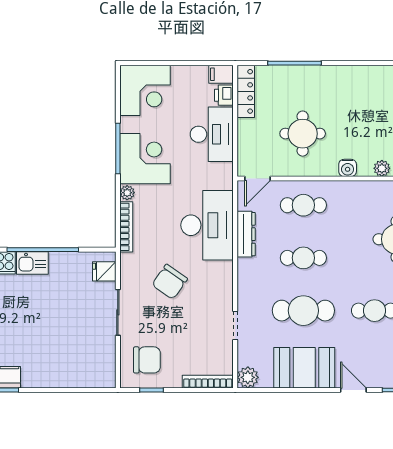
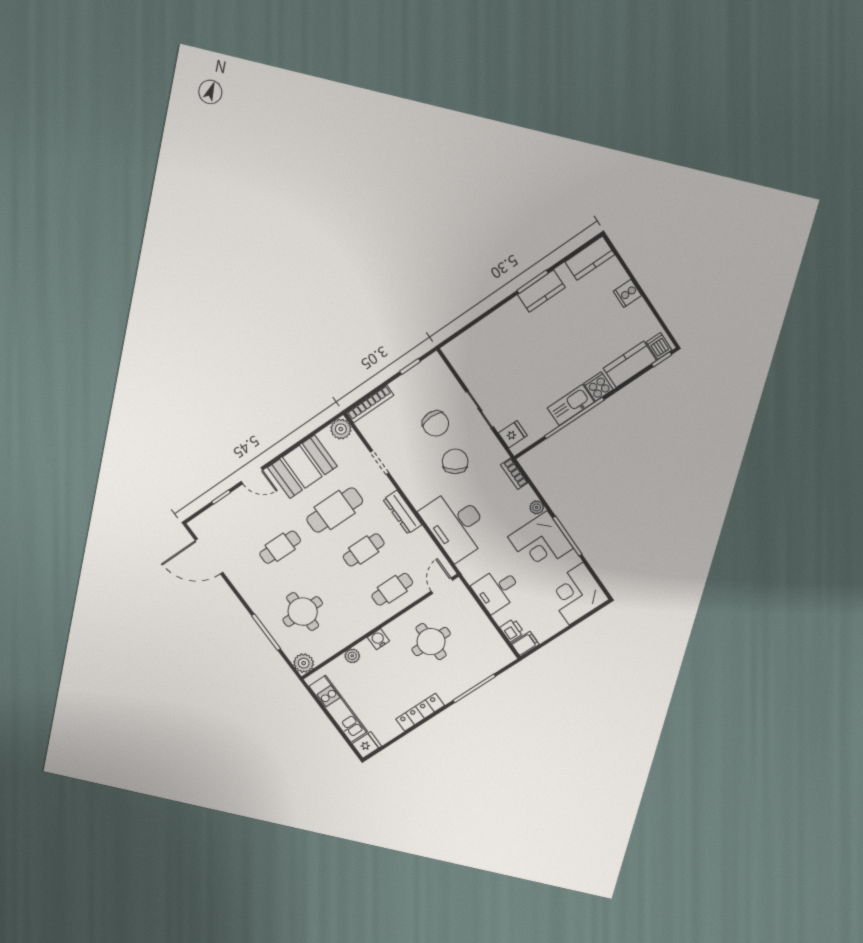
locker: (246, 91) -> (420, 712), moved, turned 90
desk: (212, 134) -> (497, 590), width x0.73
bookcase: (126, 227) -> (514, 474), width x0.64
dresser: (246, 234) -> (402, 512), moved
kitchen sink: (32, 263) -> (571, 405), width x1.38
chair: (147, 360) -> (436, 424), moved, turned -90

